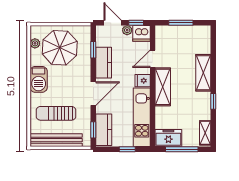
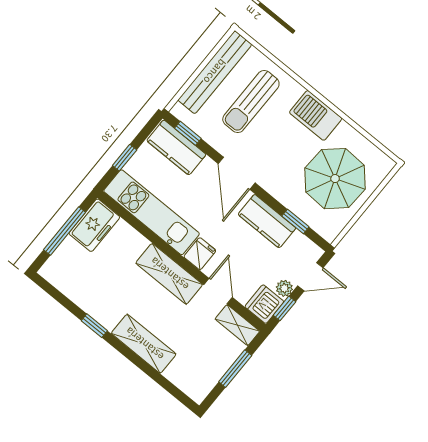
plant: (35, 43) -> (368, 150), removed
sun lounger: (56, 113) -> (251, 102), turned 180
shelving: (205, 133) -> (237, 325), moved

